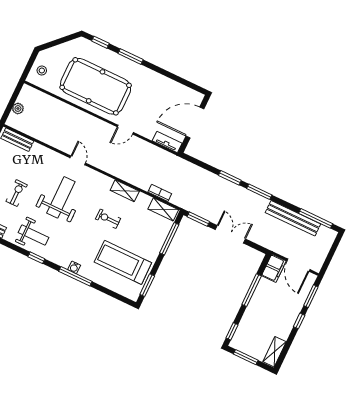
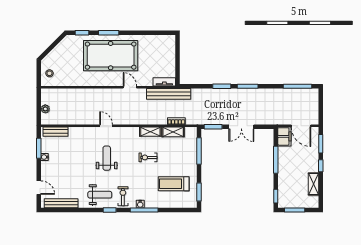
pool table: (96, 86) -> (111, 56), moved
door: (195, 122) -> (178, 58), removed
door: (125, 130) -> (130, 87), swing flipped
exercise bike: (17, 193) -> (123, 196), moved
weight bench: (61, 197) -> (107, 158), width x0.73, depth x0.75
shelving: (163, 209) -> (173, 132), moved
bench: (293, 218) -> (169, 94), moved
double door: (230, 234) -> (241, 127), swing flipped
treadmill: (123, 262) -> (174, 184), width x0.73, depth x0.73
shelving: (275, 352) -> (313, 184), moved

